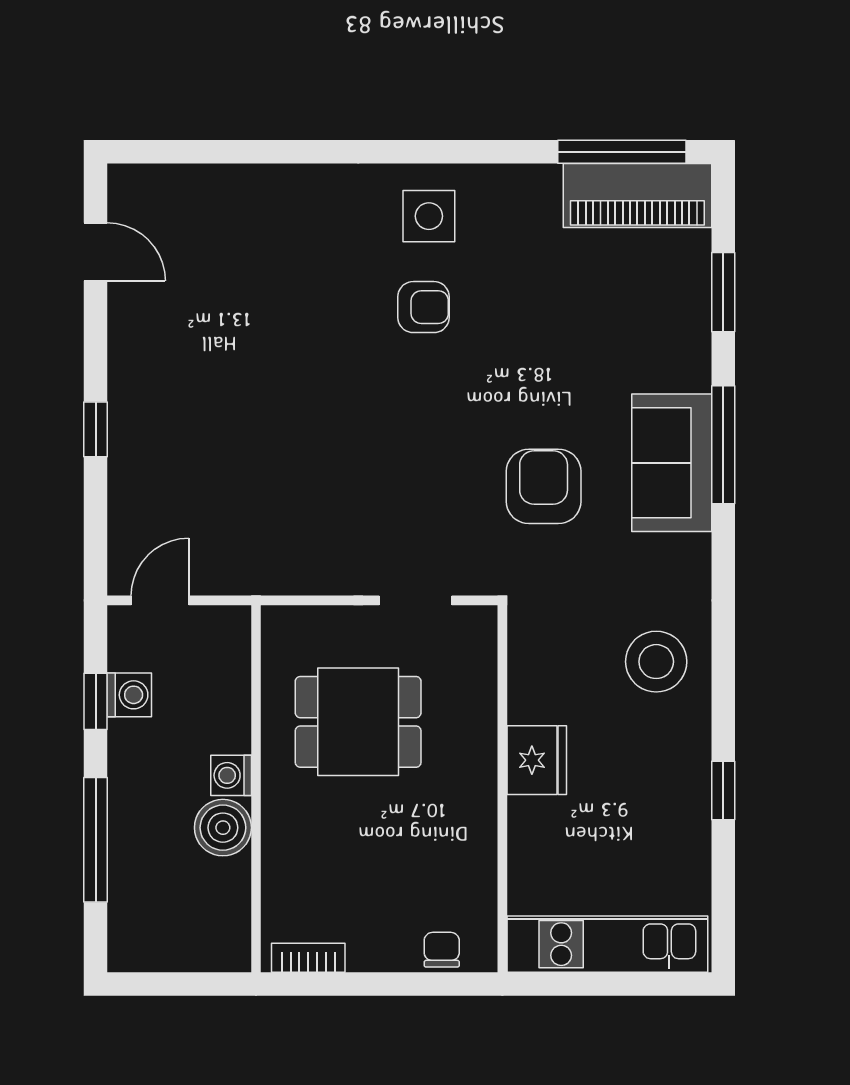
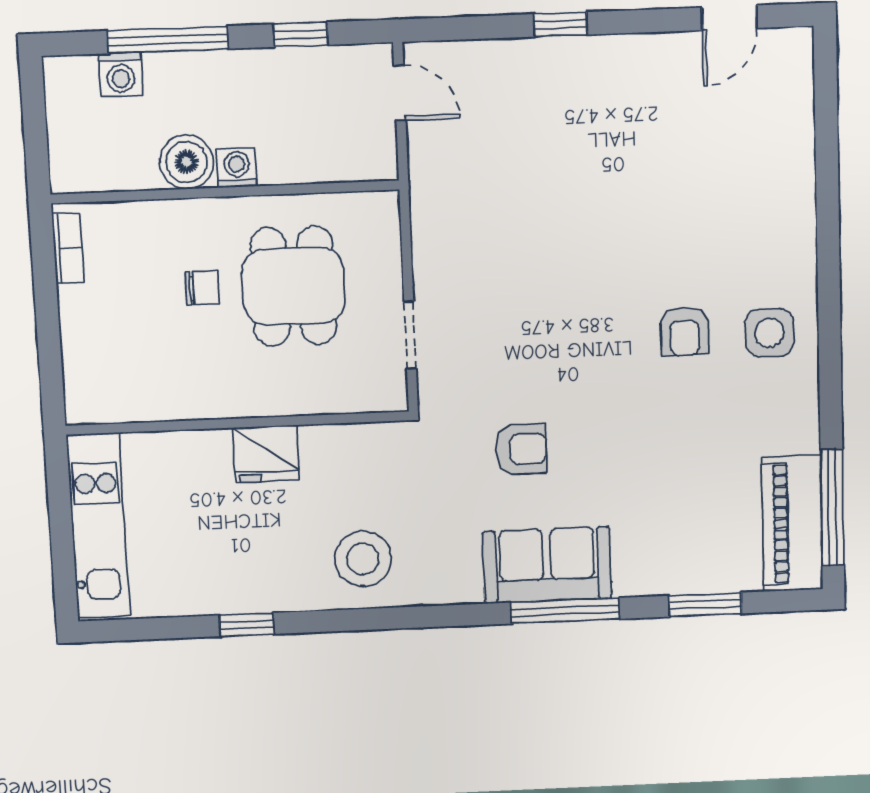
armchair: (544, 486) -> (521, 449), width x0.72, depth x0.72
washing machine: (129, 695) -> (121, 74), moved
chair: (442, 950) -> (202, 288), moved

